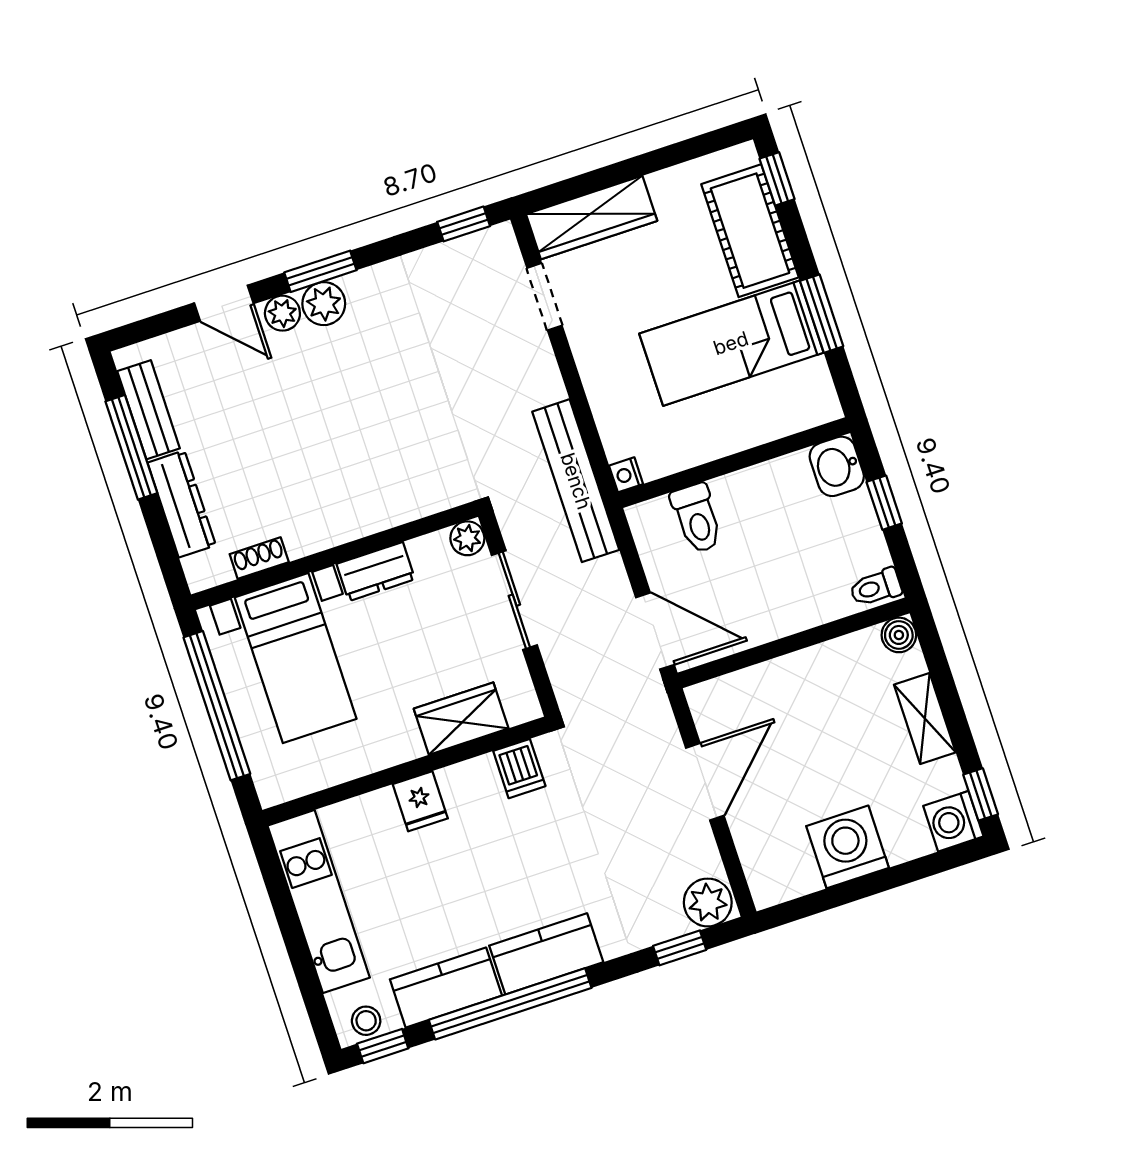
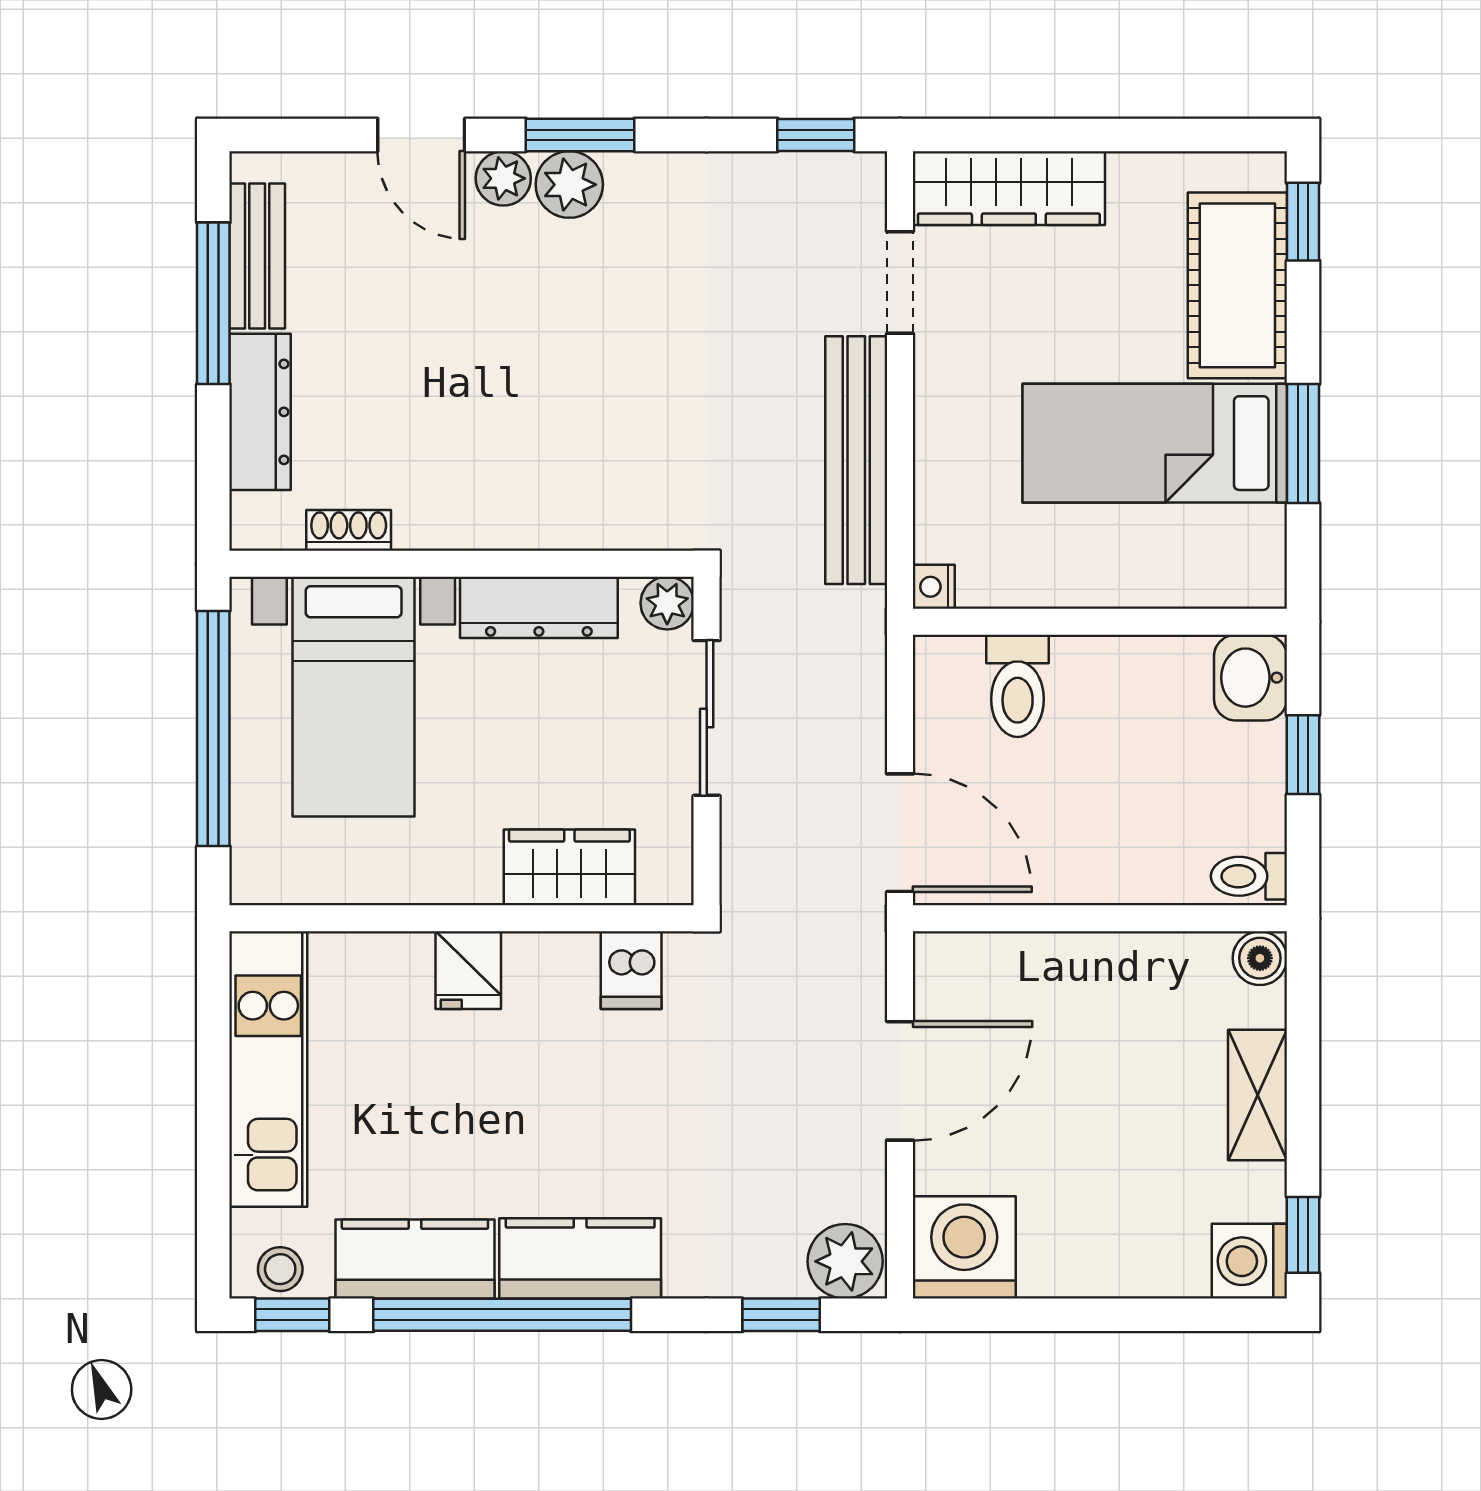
bench: (576, 481) -> (856, 460), moved
dresser: (376, 572) -> (539, 607), width x1.44
washing machine: (848, 847) -> (964, 1247), moved

